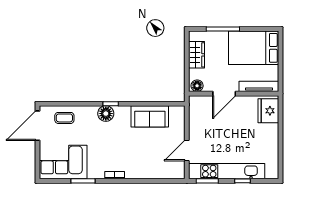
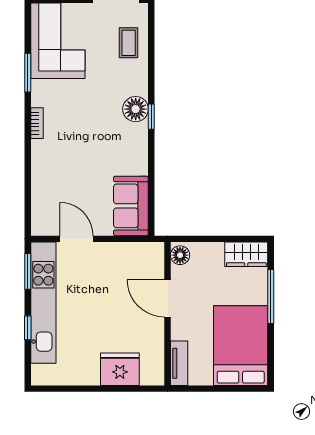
wardrobe: (197, 55) -> (246, 254), moved
tv unit: (259, 86) -> (179, 363), width x0.71
fridge: (268, 111) -> (120, 369), moved
sofa: (150, 116) -> (131, 206), moved

